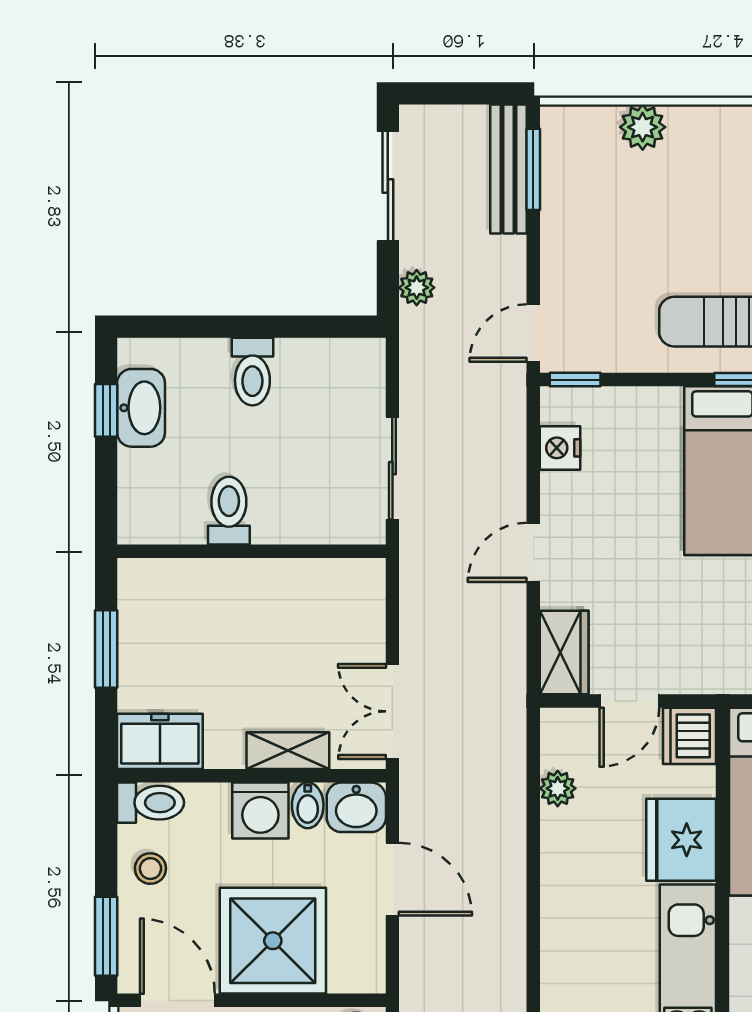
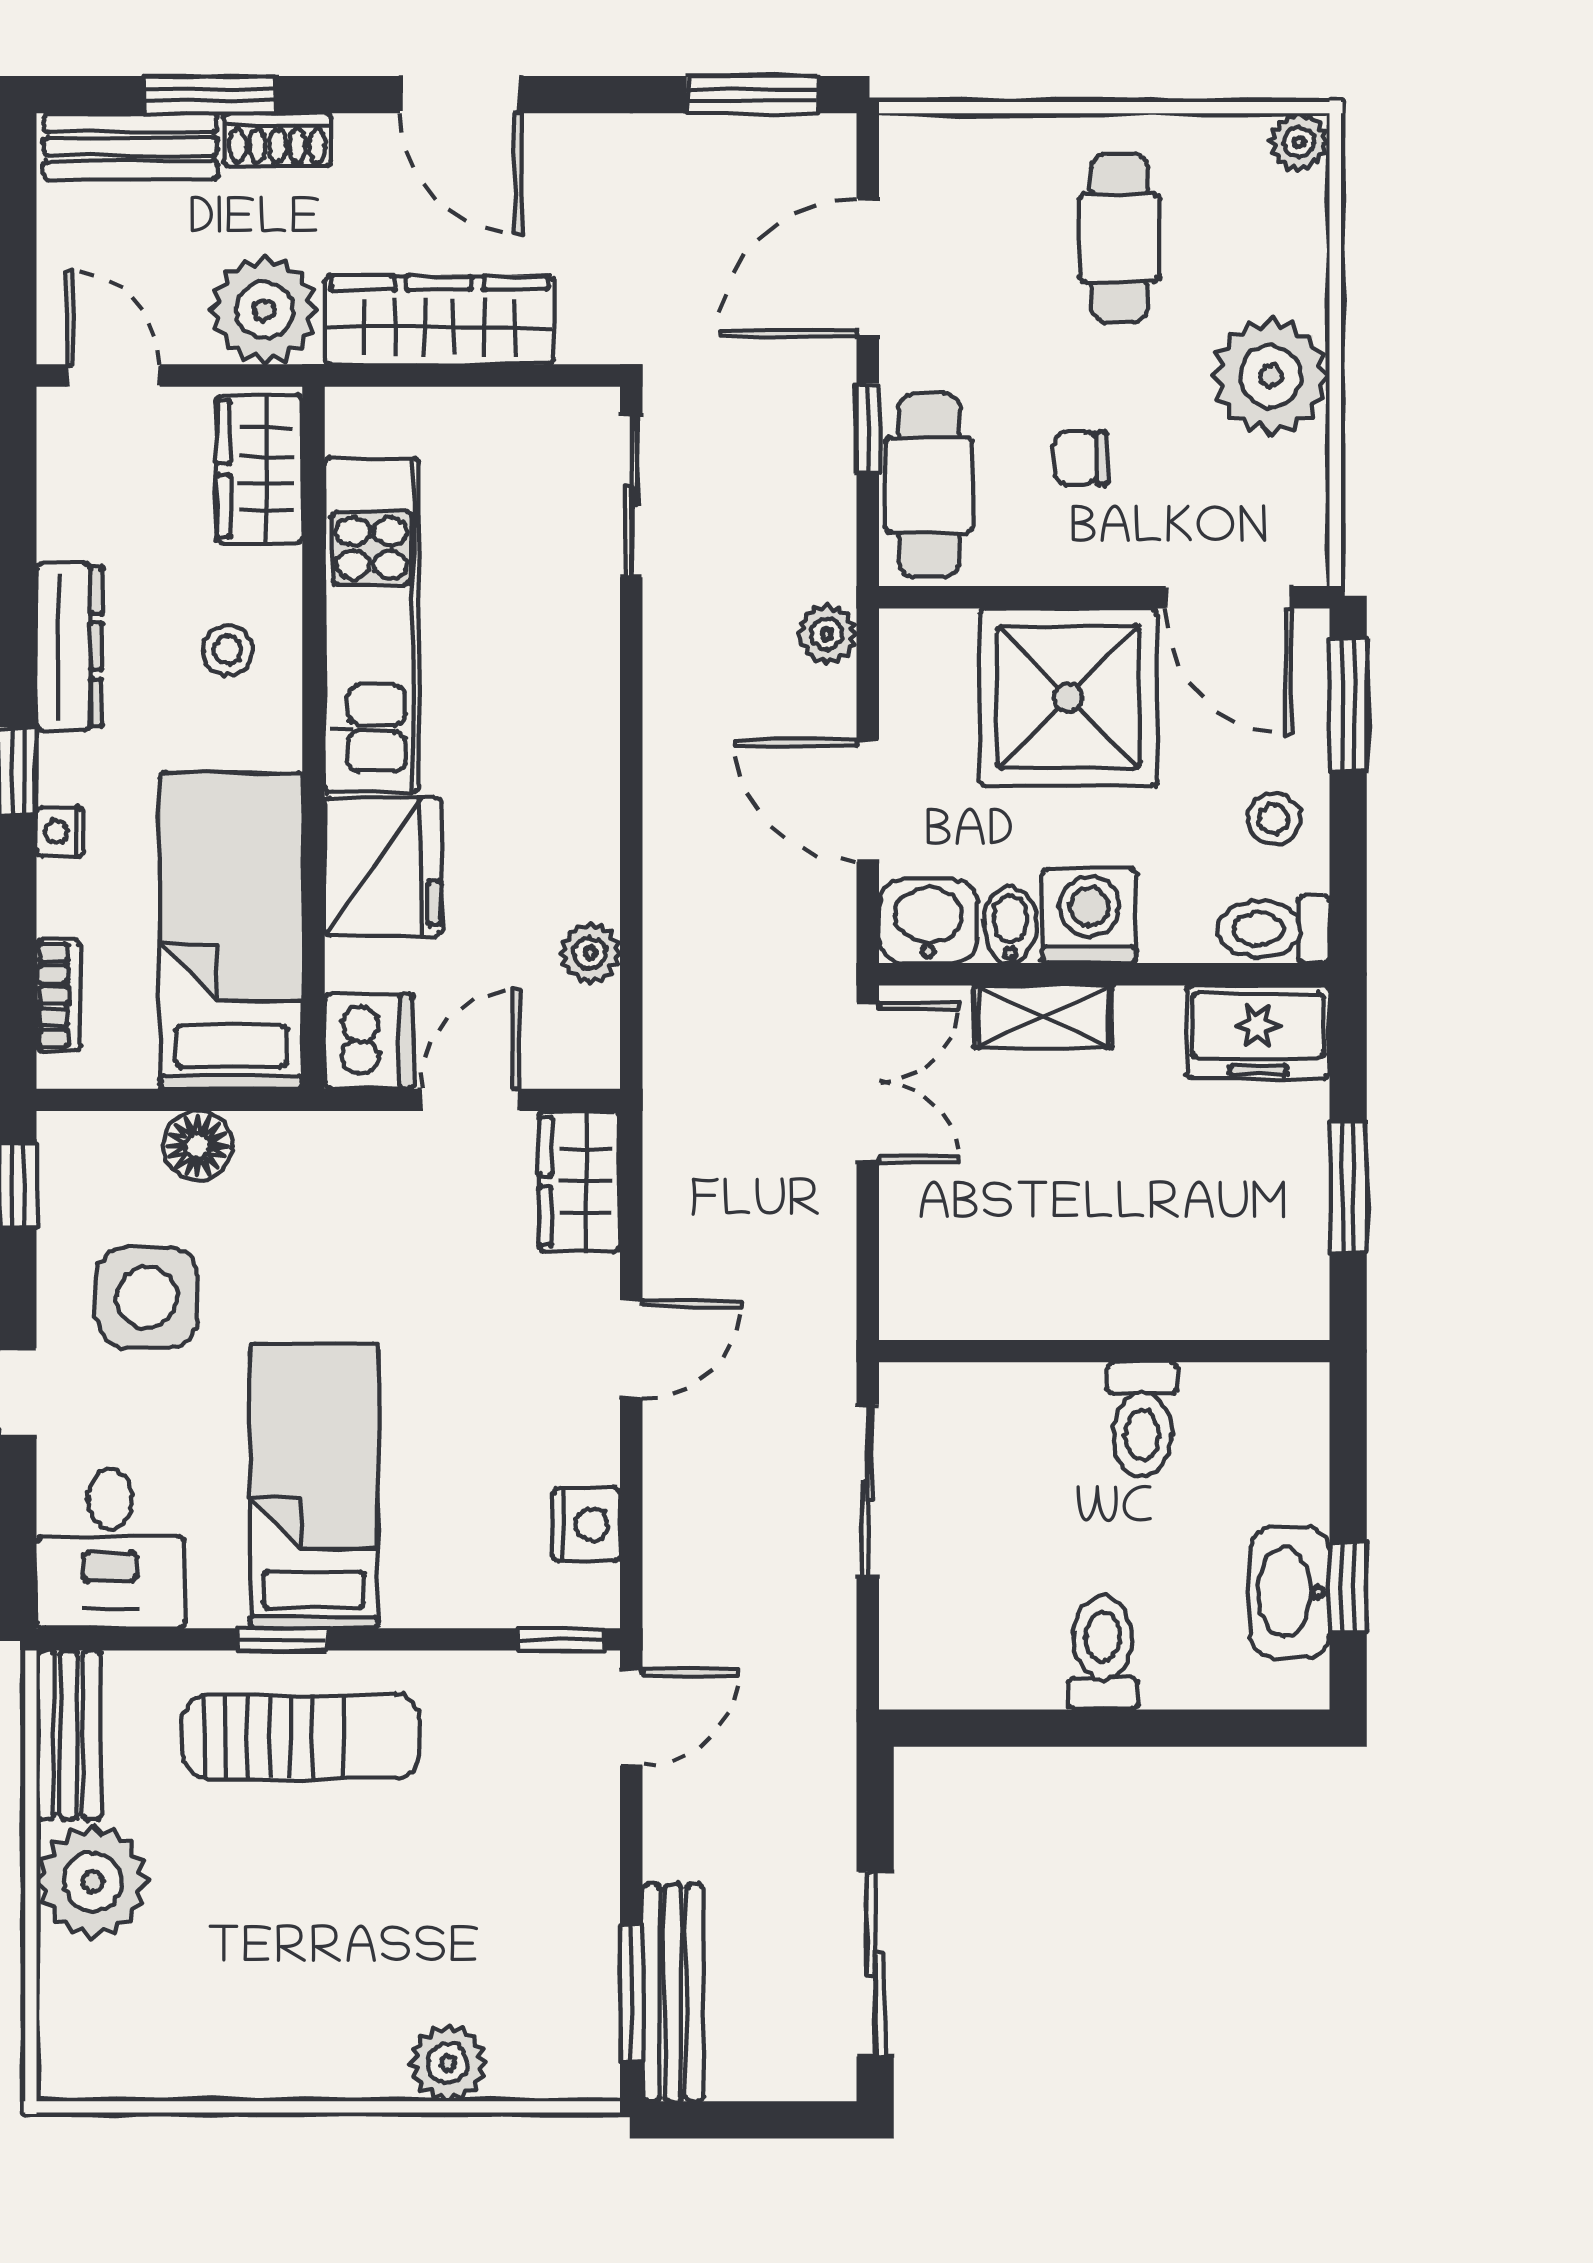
plant: (417, 288) -> (827, 634), moved

